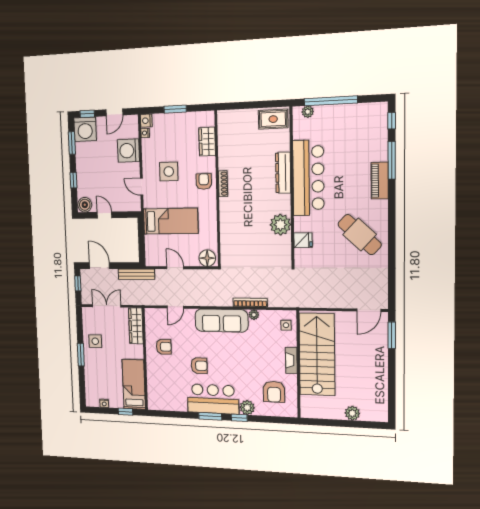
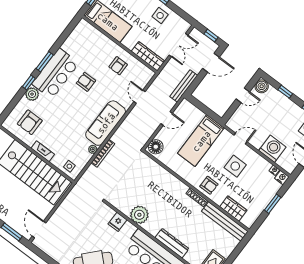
bench: (225, 140) -> (225, 221), added
armchair: (199, 366) -> (86, 82), turned 90
armchair: (274, 392) -> (30, 122), turned -90

